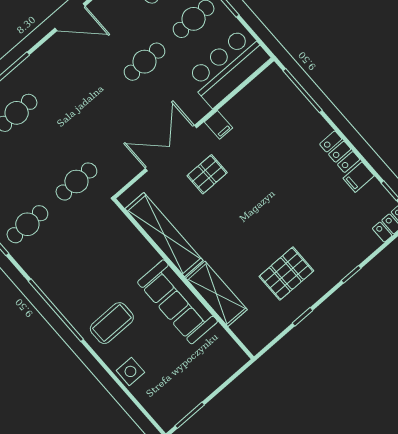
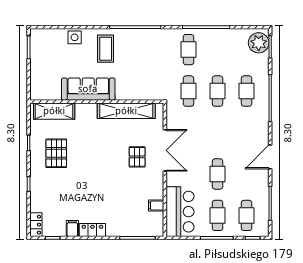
filing cabinet: (219, 125) -> (156, 206), moved
cafe table: (47, 147) -> (218, 91), added
shelving: (216, 294) -> (54, 111), moved

